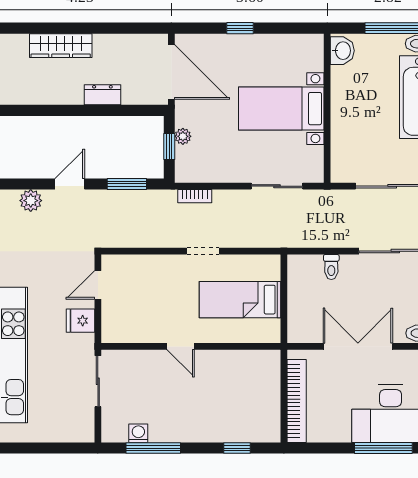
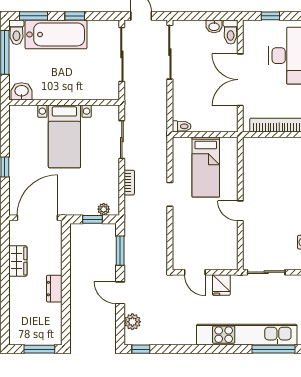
wardrobe: (61, 46) -> (18, 261), moved, width x0.67
dresser: (102, 95) -> (54, 289), moved
plant: (183, 136) -> (104, 209), moved
bookcase: (195, 196) -> (129, 183), moved
toilet: (331, 267) -> (182, 126), moved
door: (181, 346) -> (240, 211), swing flipped

